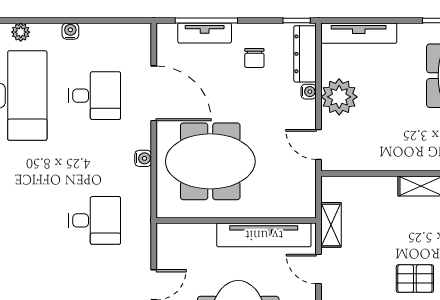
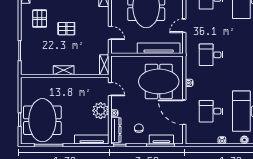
shelving: (331, 225) -> (104, 65), moved
tv unit: (264, 235) -> (159, 48), moved

